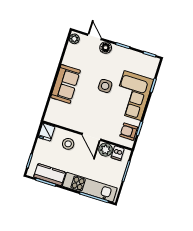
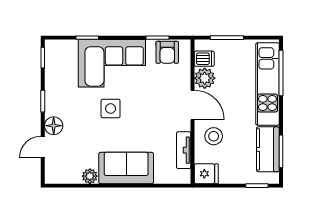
plant: (74, 39) -> (90, 176), moved
tv unit: (65, 123) -> (184, 150), added
door: (91, 137) -> (193, 105), hinge flipped

